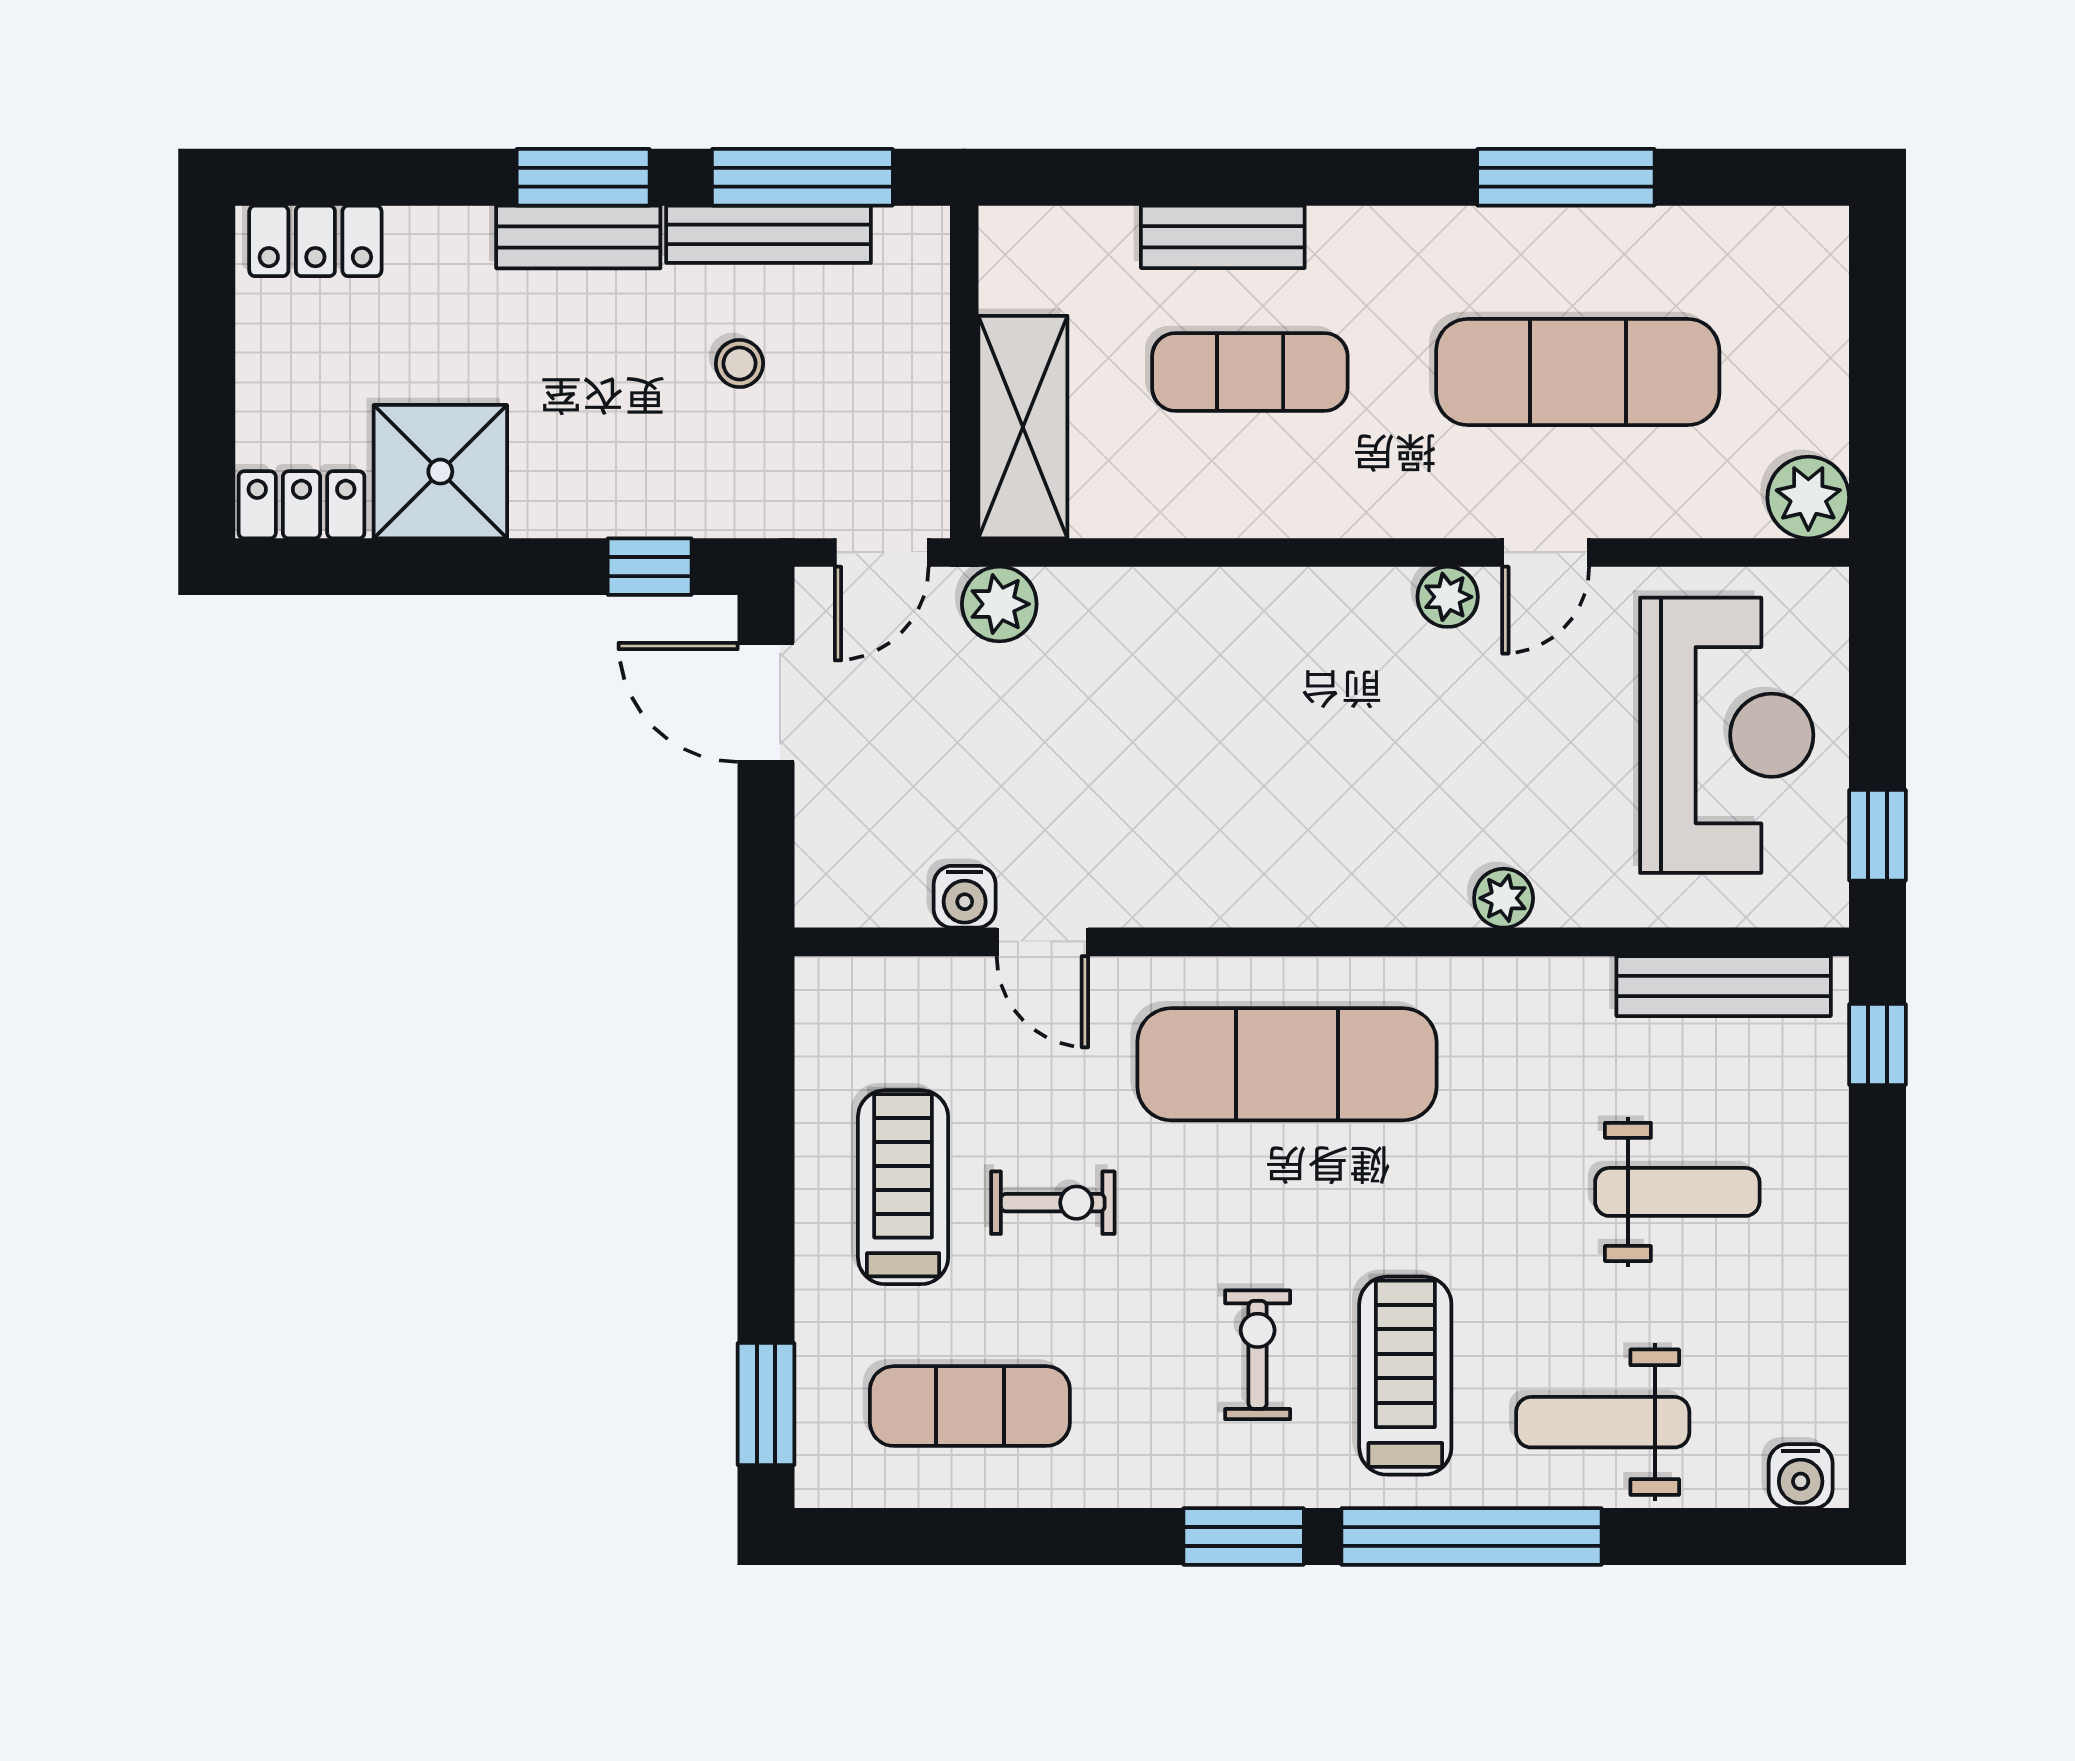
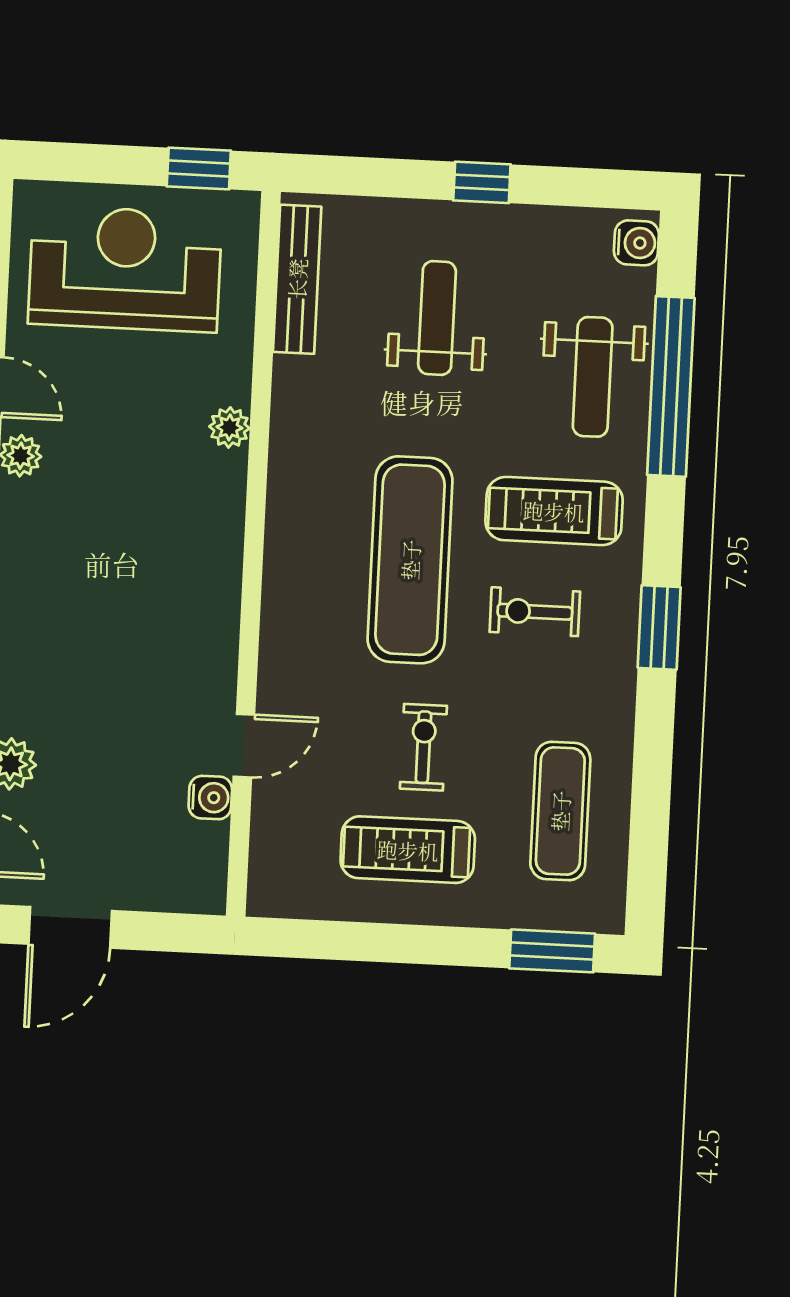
window: (1877, 1045) -> (482, 182), moved
exercise mat: (1287, 1064) -> (410, 560), moved
window: (1471, 1537) -> (671, 386), moved

